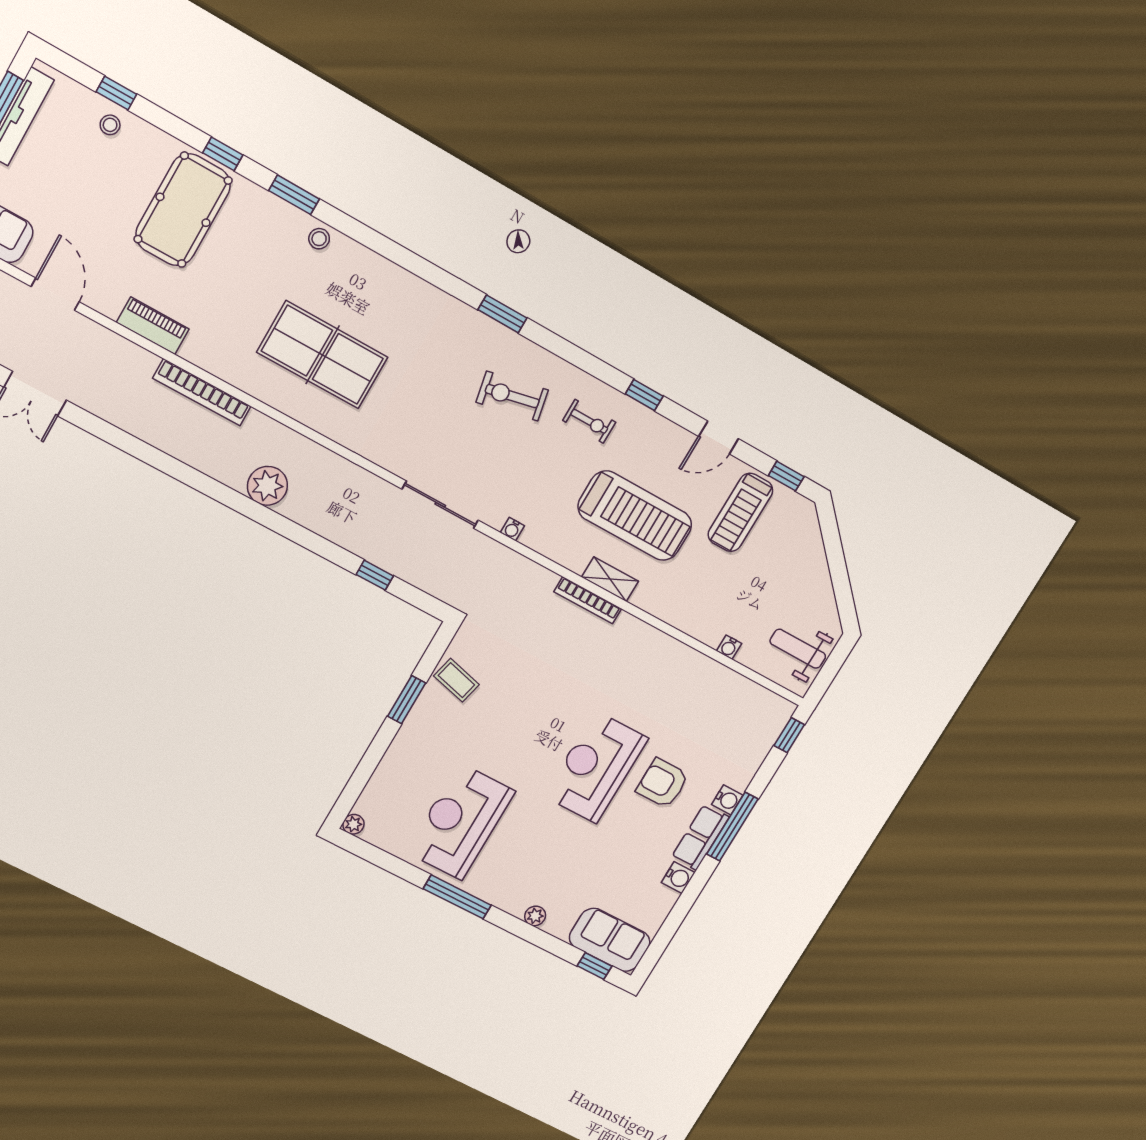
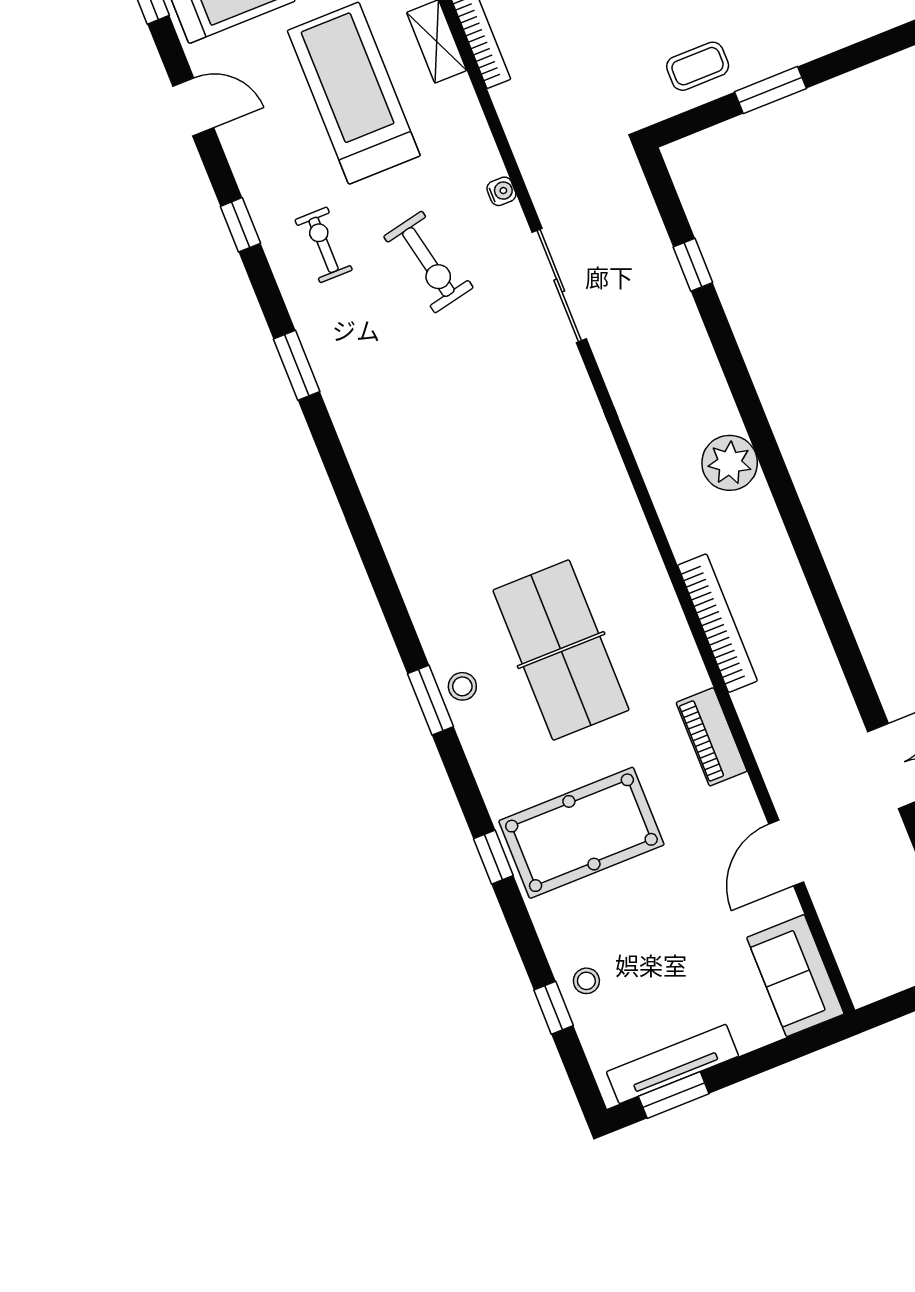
window: (294, 195) -> (431, 700), moved
window: (502, 314) -> (297, 365), moved
table tennis table: (322, 355) -> (561, 650), moved
exercise bike: (512, 396) -> (428, 262), moved
coffee table: (456, 680) -> (698, 66), turned 76

